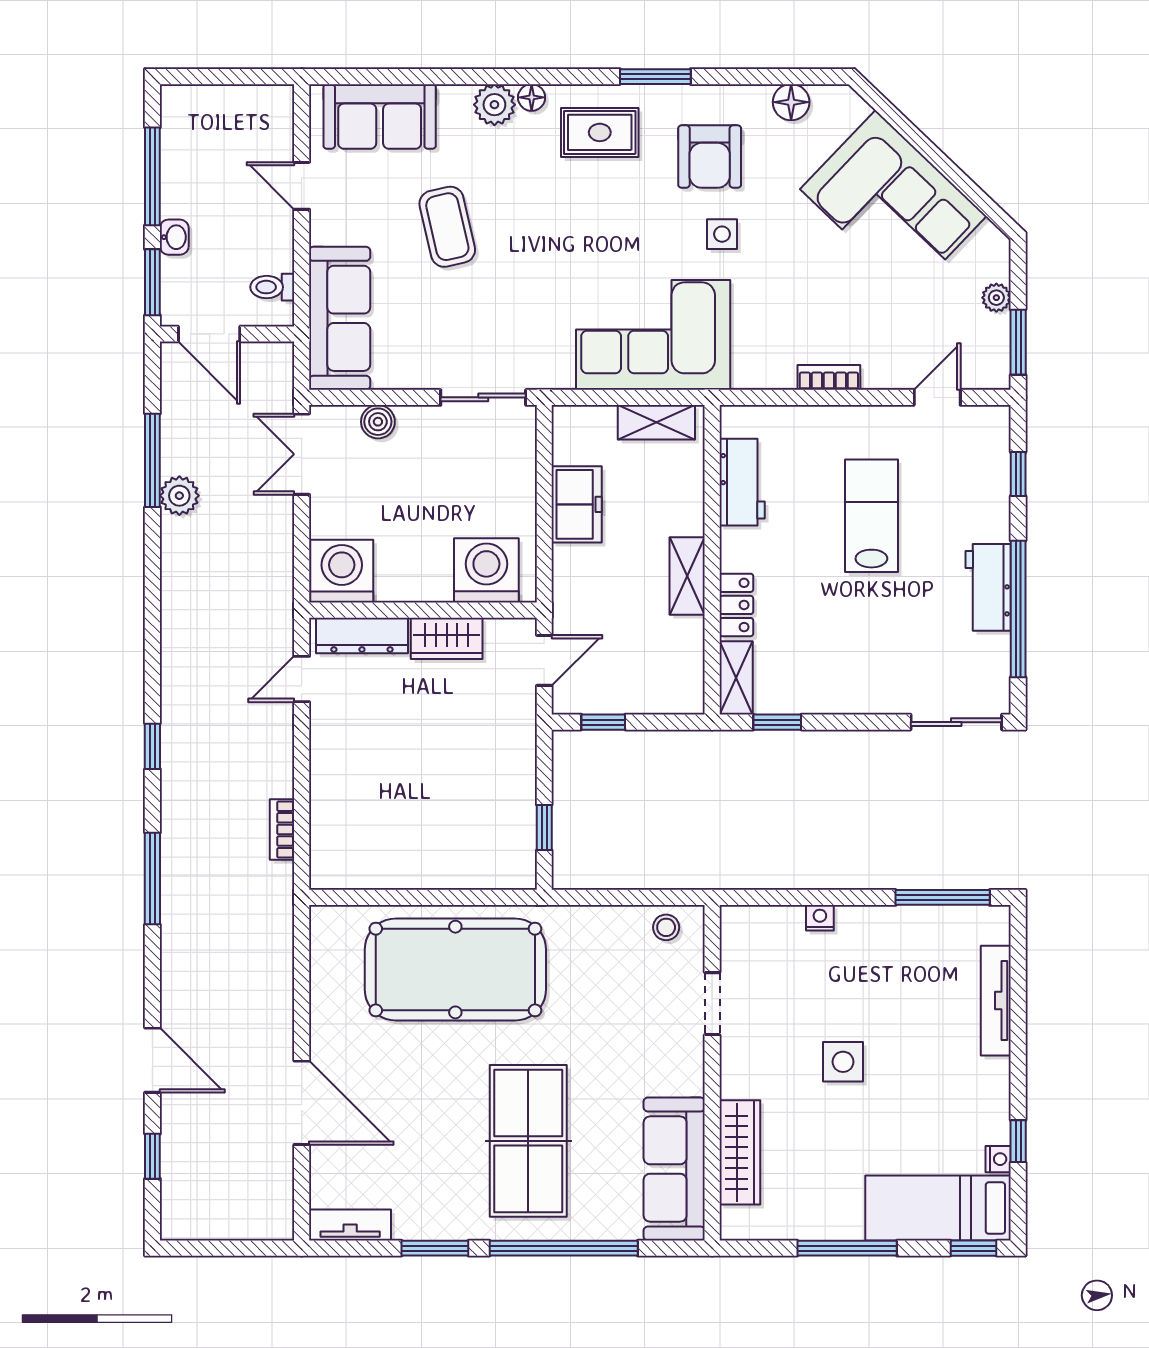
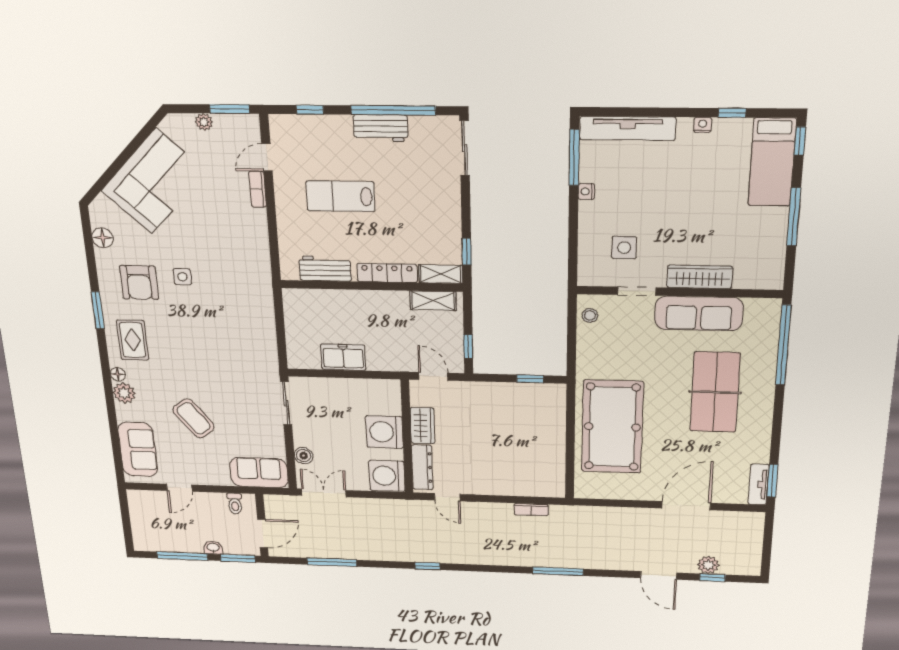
armchair: (710, 157) -> (139, 282), turned 90
coffee table: (447, 227) -> (194, 418), turned 66
sofa: (340, 318) -> (259, 473), width x0.73
corner sofa: (653, 335) -> (244, 315), removed
bookcase: (829, 377) -> (258, 189), moved
door: (937, 397) -> (267, 157), hinge flipped
shelving: (656, 422) -> (293, 314), removed
double door: (302, 454) -> (324, 493), swing flipped
plant: (179, 496) -> (708, 565), moved
washing machine: (486, 570) -> (384, 432), moved
shelving: (687, 576) -> (433, 301), moved
locker: (736, 605) -> (387, 273), width x1.53
window: (152, 746) -> (428, 566), moved
nightstand: (820, 918) -> (586, 192), moved
tv unit: (996, 1001) -> (628, 128), width x1.36, depth x1.29
door: (152, 1060) -> (659, 575), swing flipped
side table: (843, 1062) -> (624, 248), moved
table tennis table: (528, 1141) -> (715, 392), turned 90
wardrobe: (740, 1152) -> (699, 277), moved
nightstand: (998, 1159) -> (703, 125), moved
sofa: (674, 1169) -> (699, 313), moved
window: (435, 1248) -> (772, 481), moved
window: (564, 1248) -> (783, 345), moved

